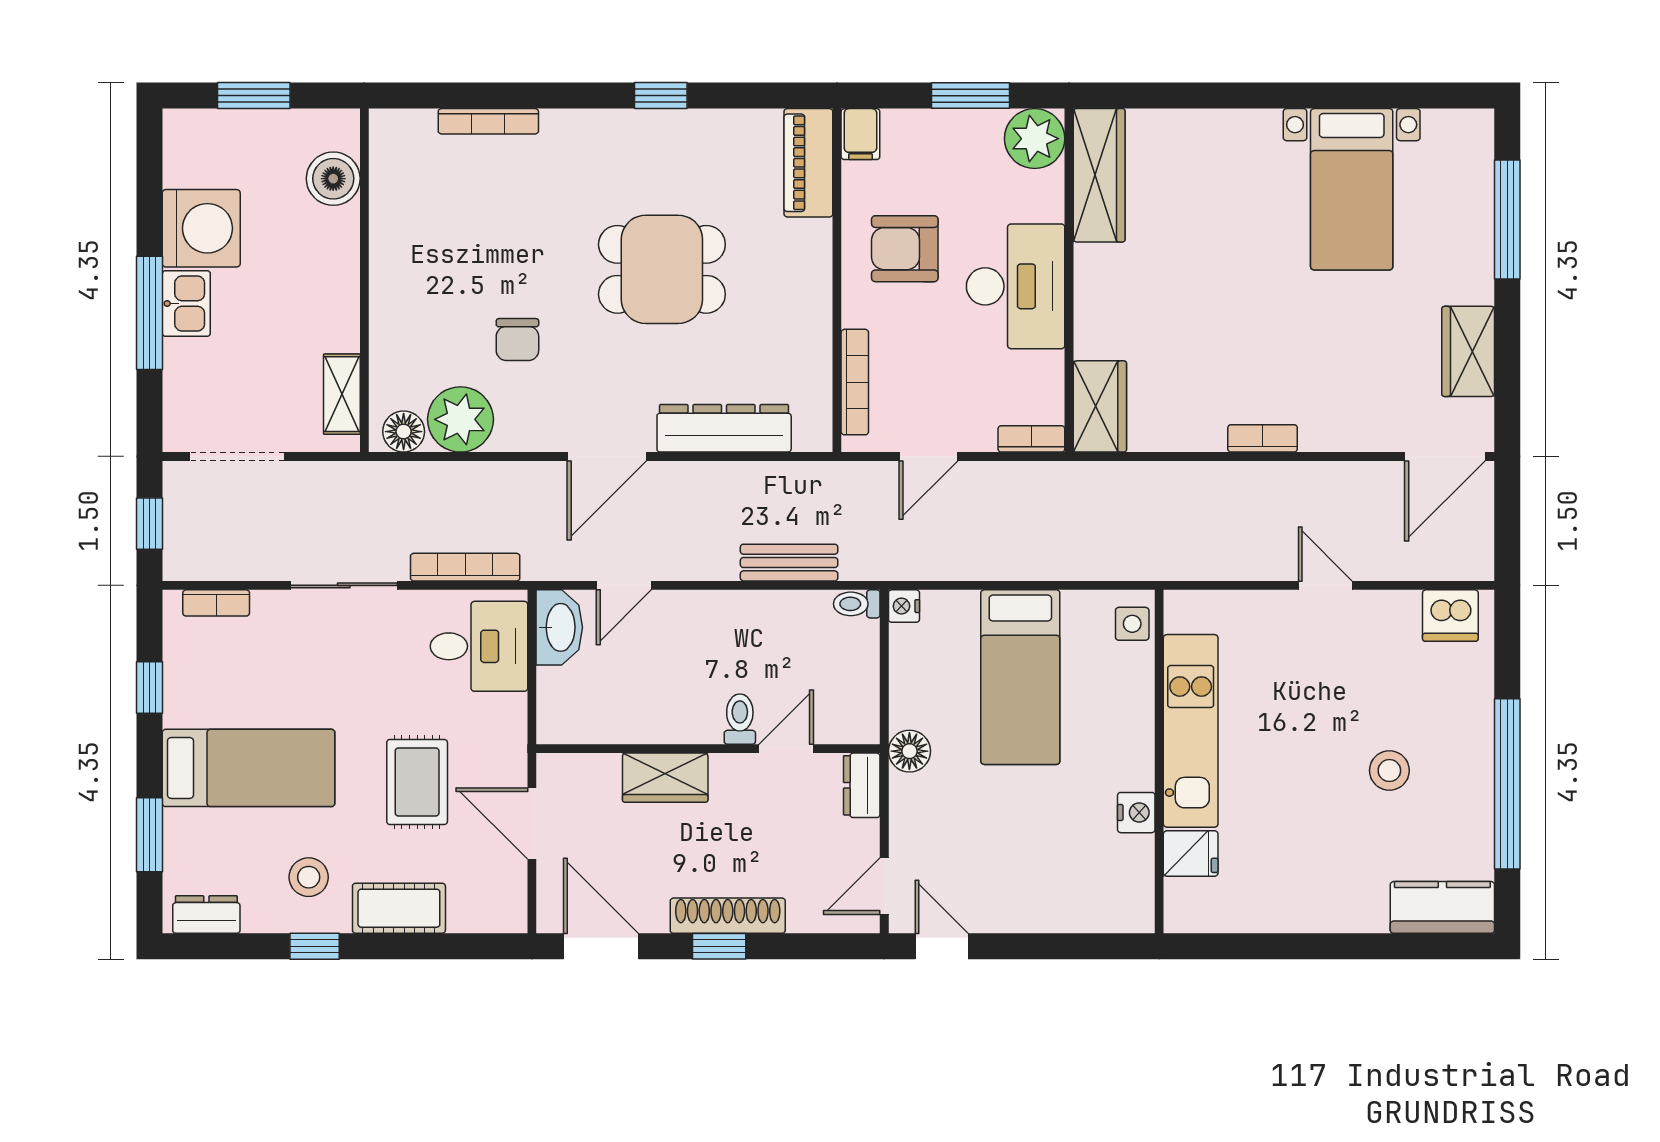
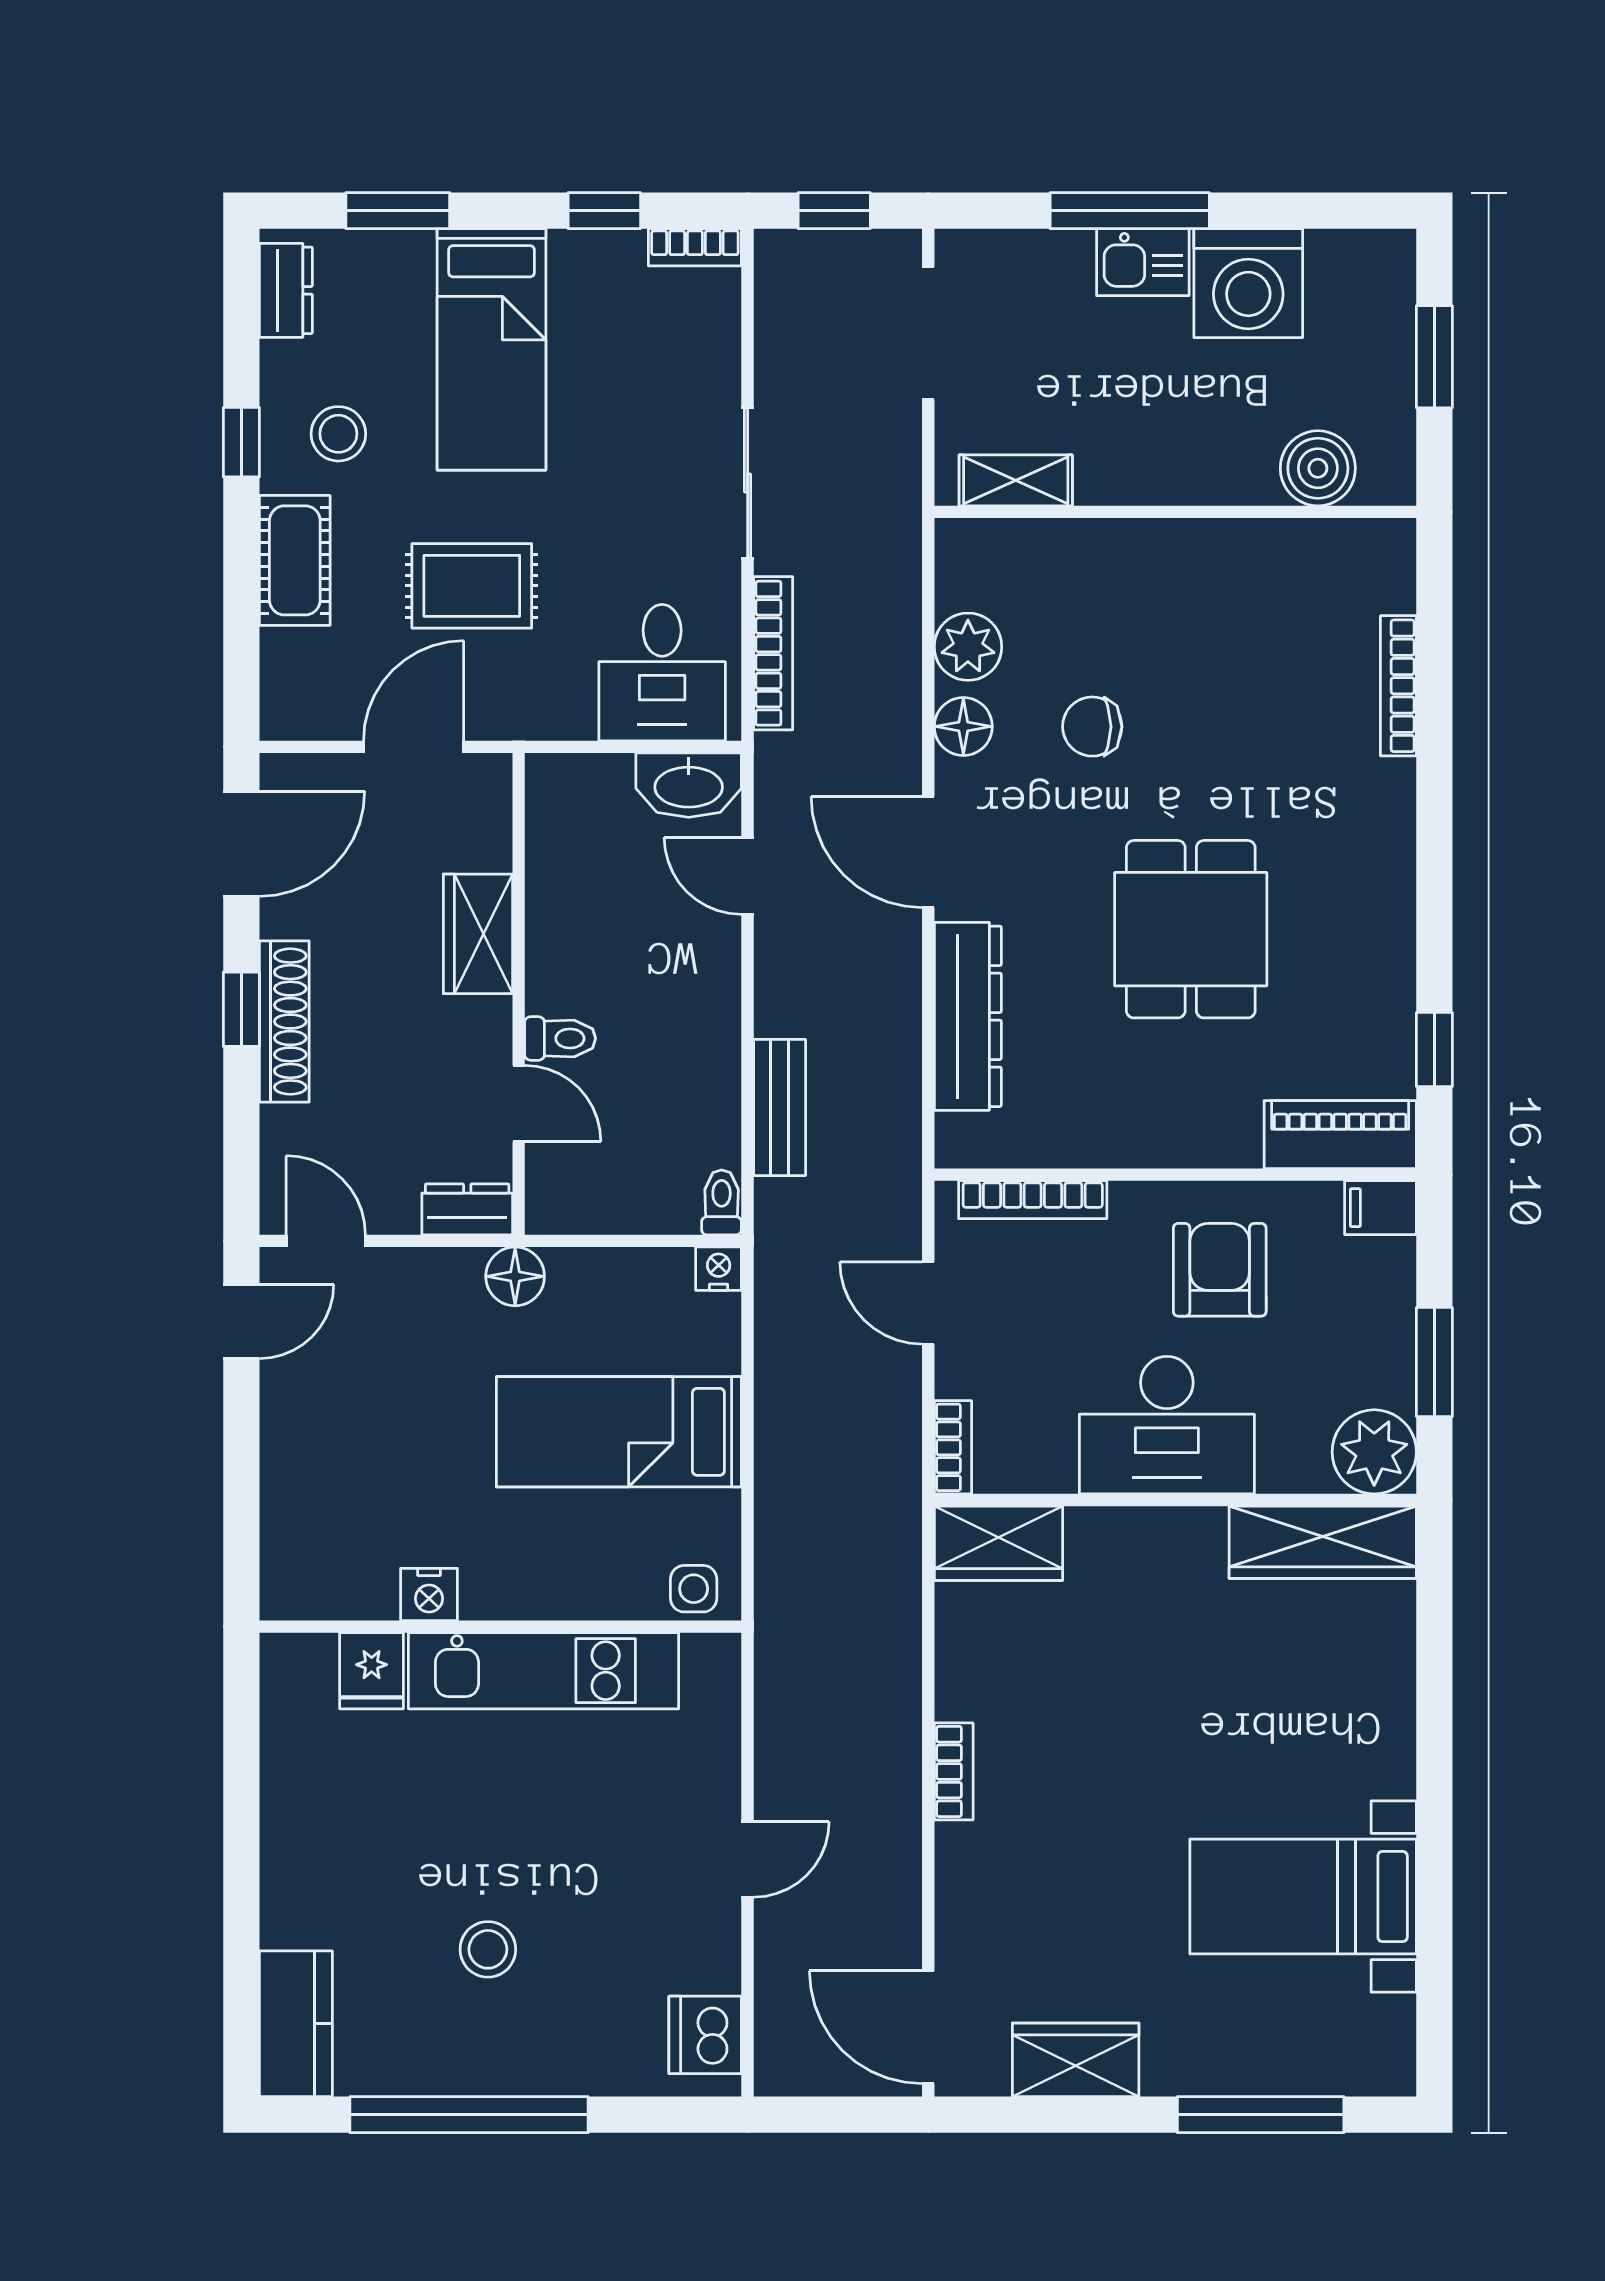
window: (661, 96) -> (1434, 1049), moved
plant: (460, 419) -> (968, 647), width x0.73, depth x0.73
floor lamp: (404, 432) -> (963, 726), moved
bookcase: (216, 603) -> (695, 247), moved, turned -90

